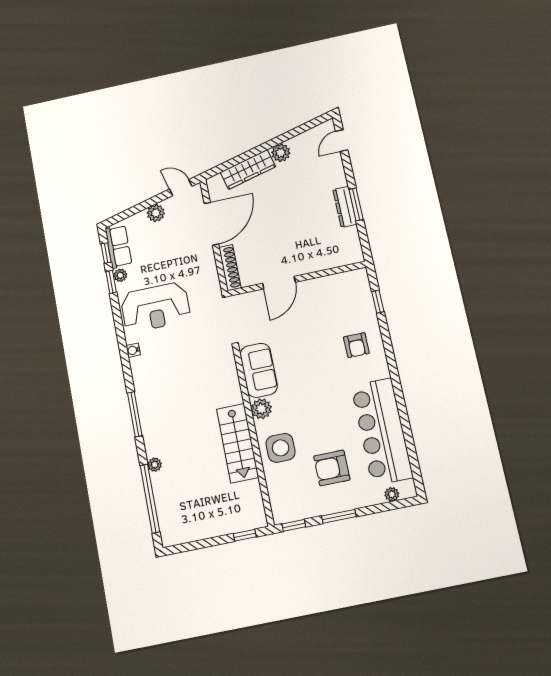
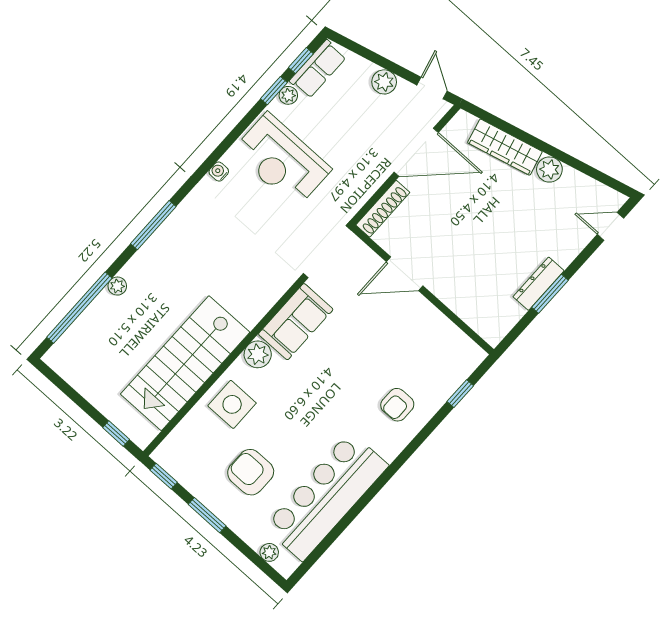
stairs: (238, 443) -> (185, 363), width x1.36, depth x1.51

